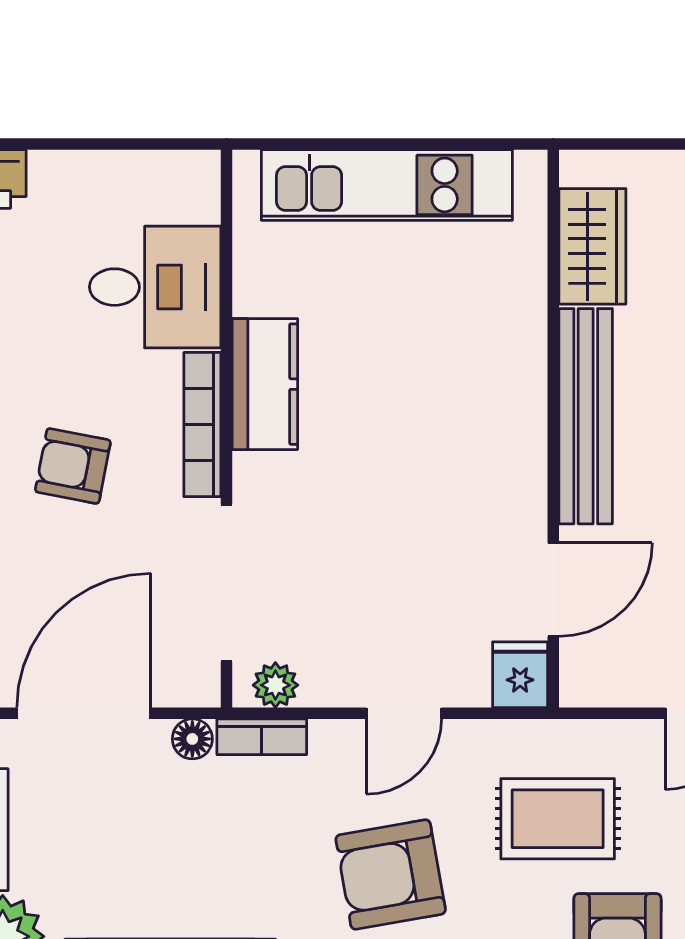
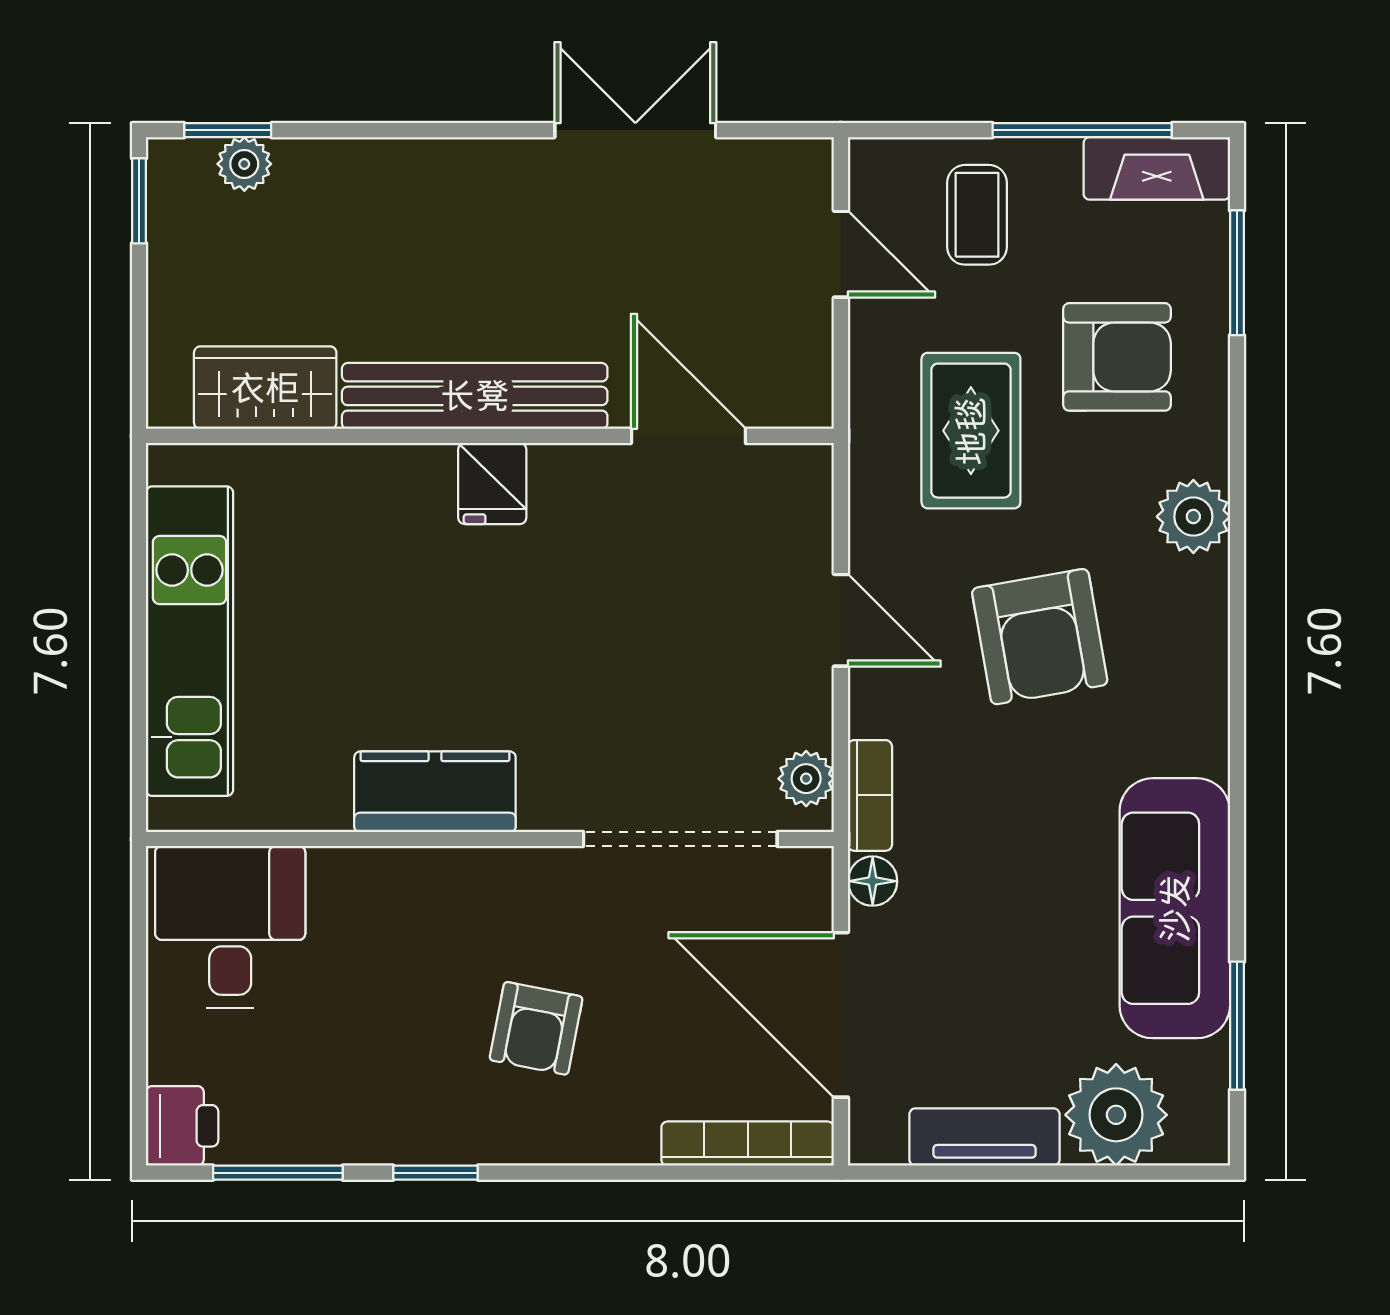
desk: (155, 287) -> (230, 927), moved
bookcase: (202, 425) -> (485, 869), removed
fridge: (520, 675) -> (492, 483), moved, turned -90

